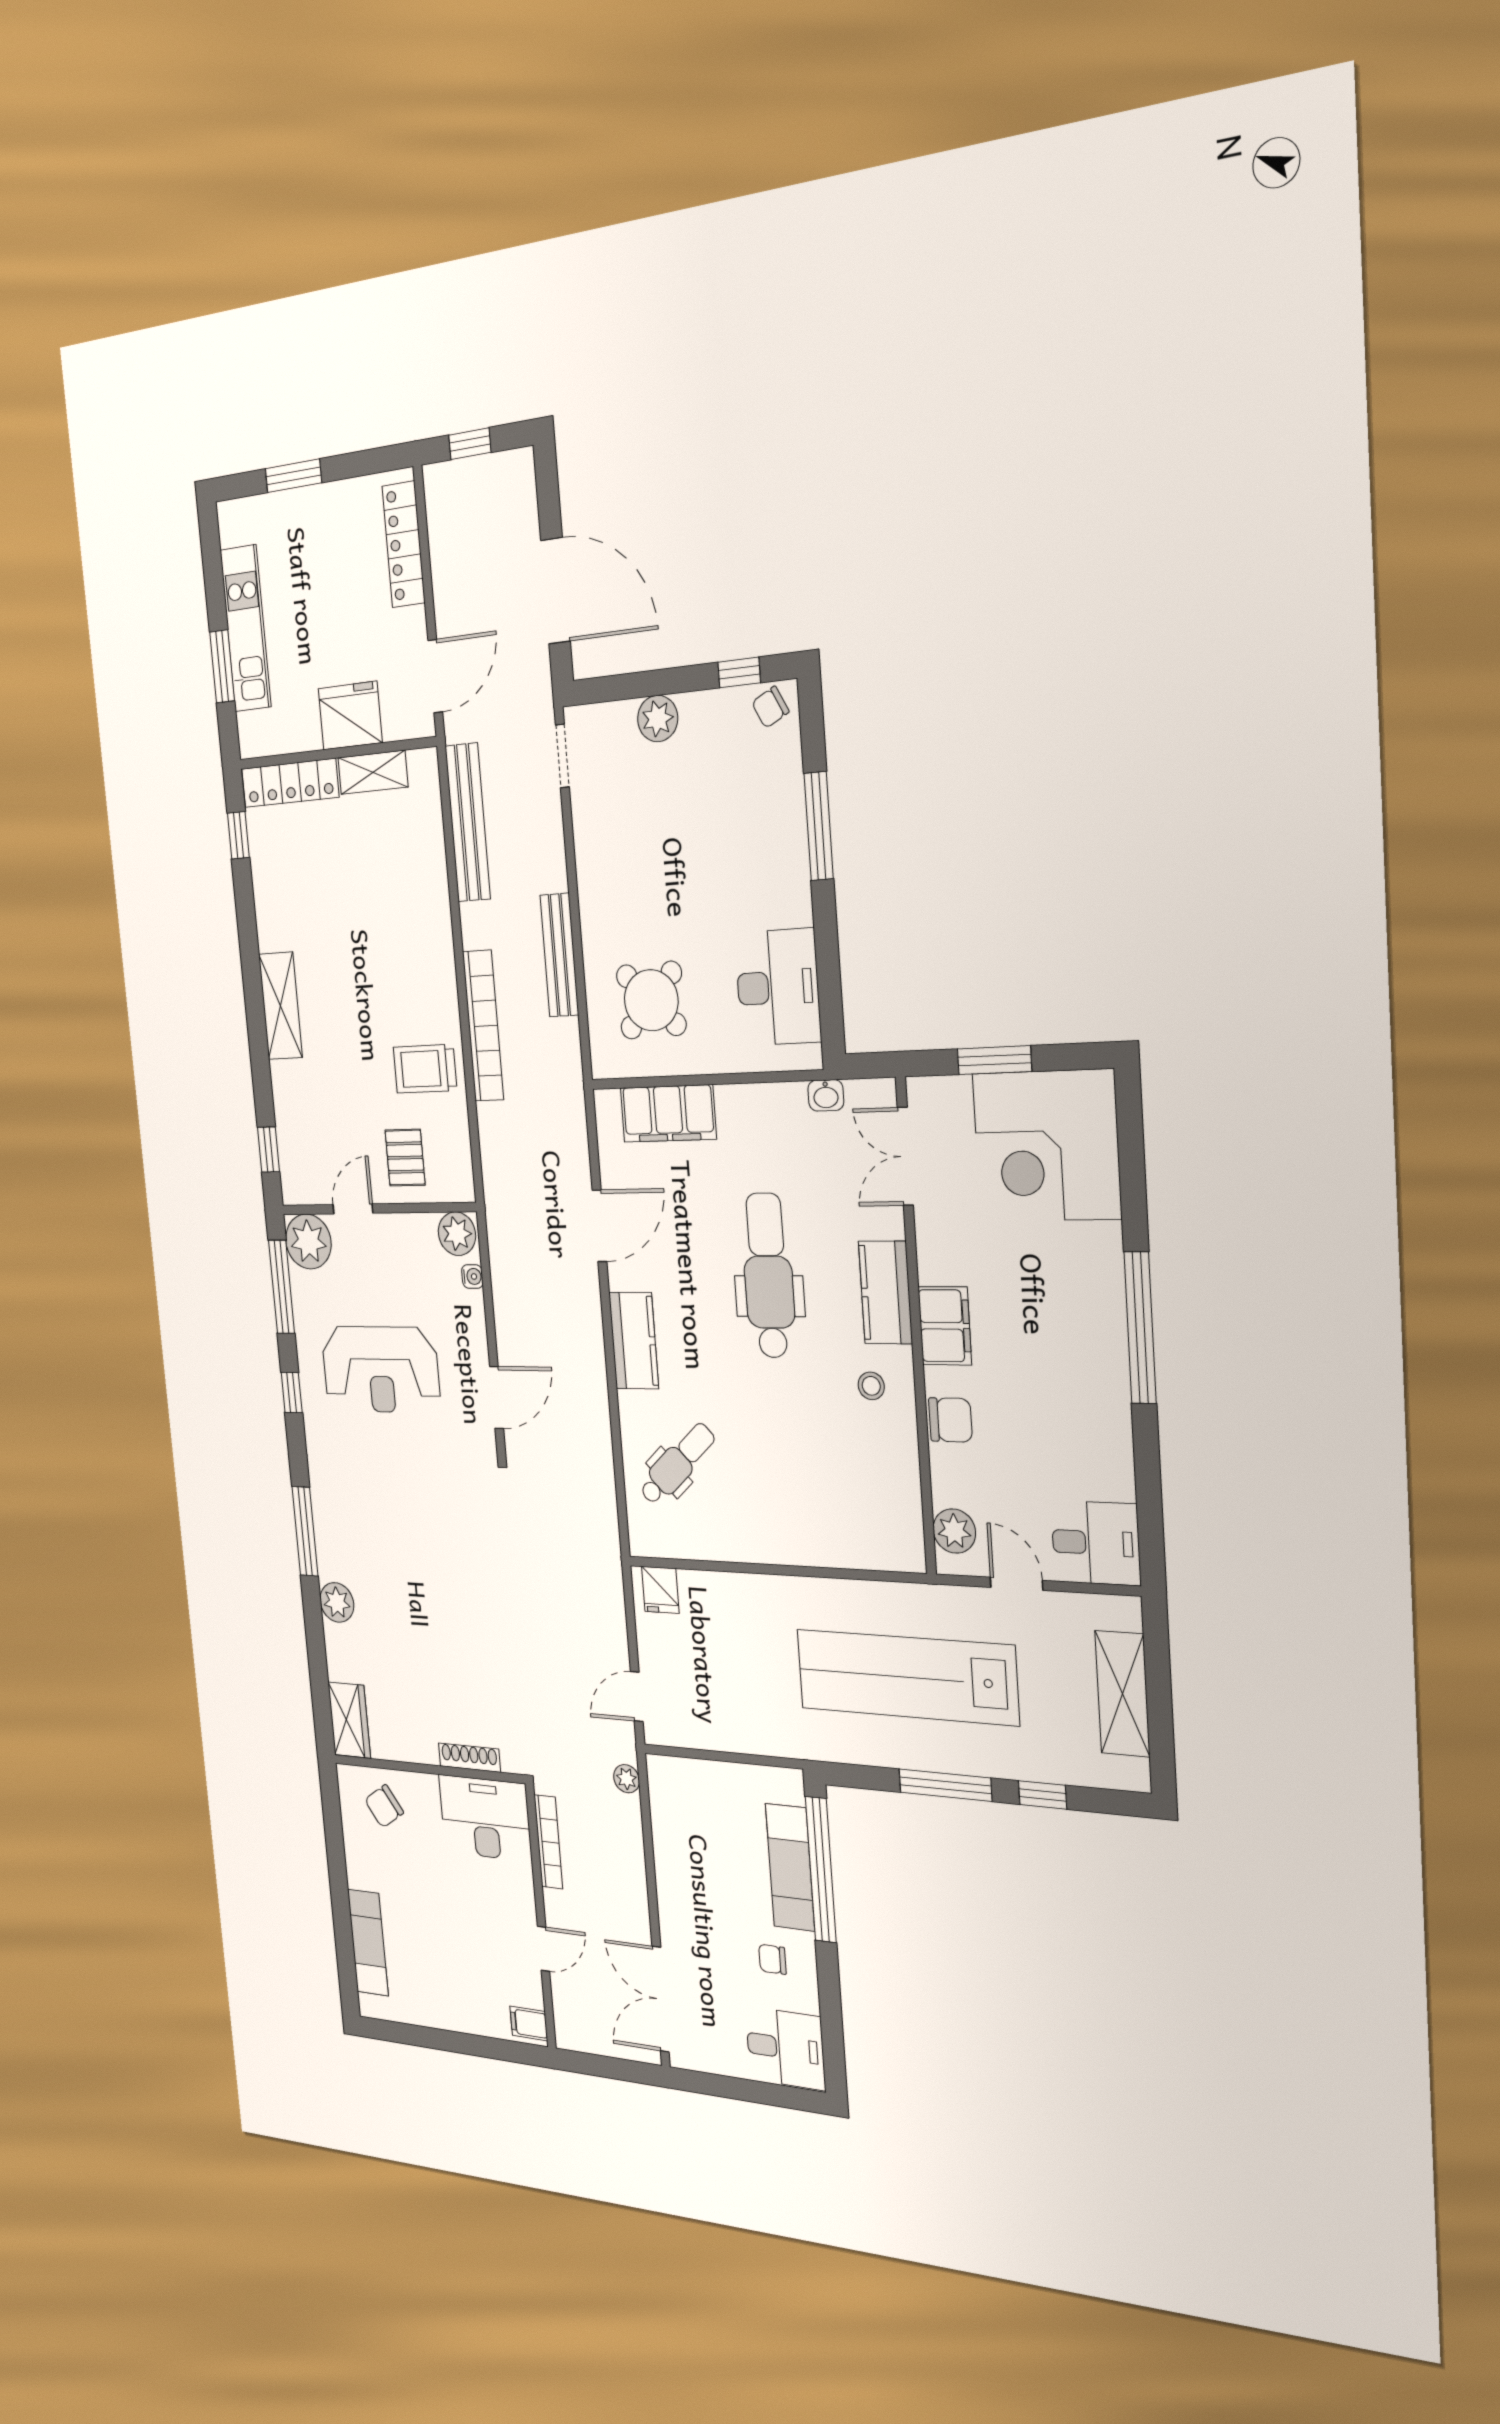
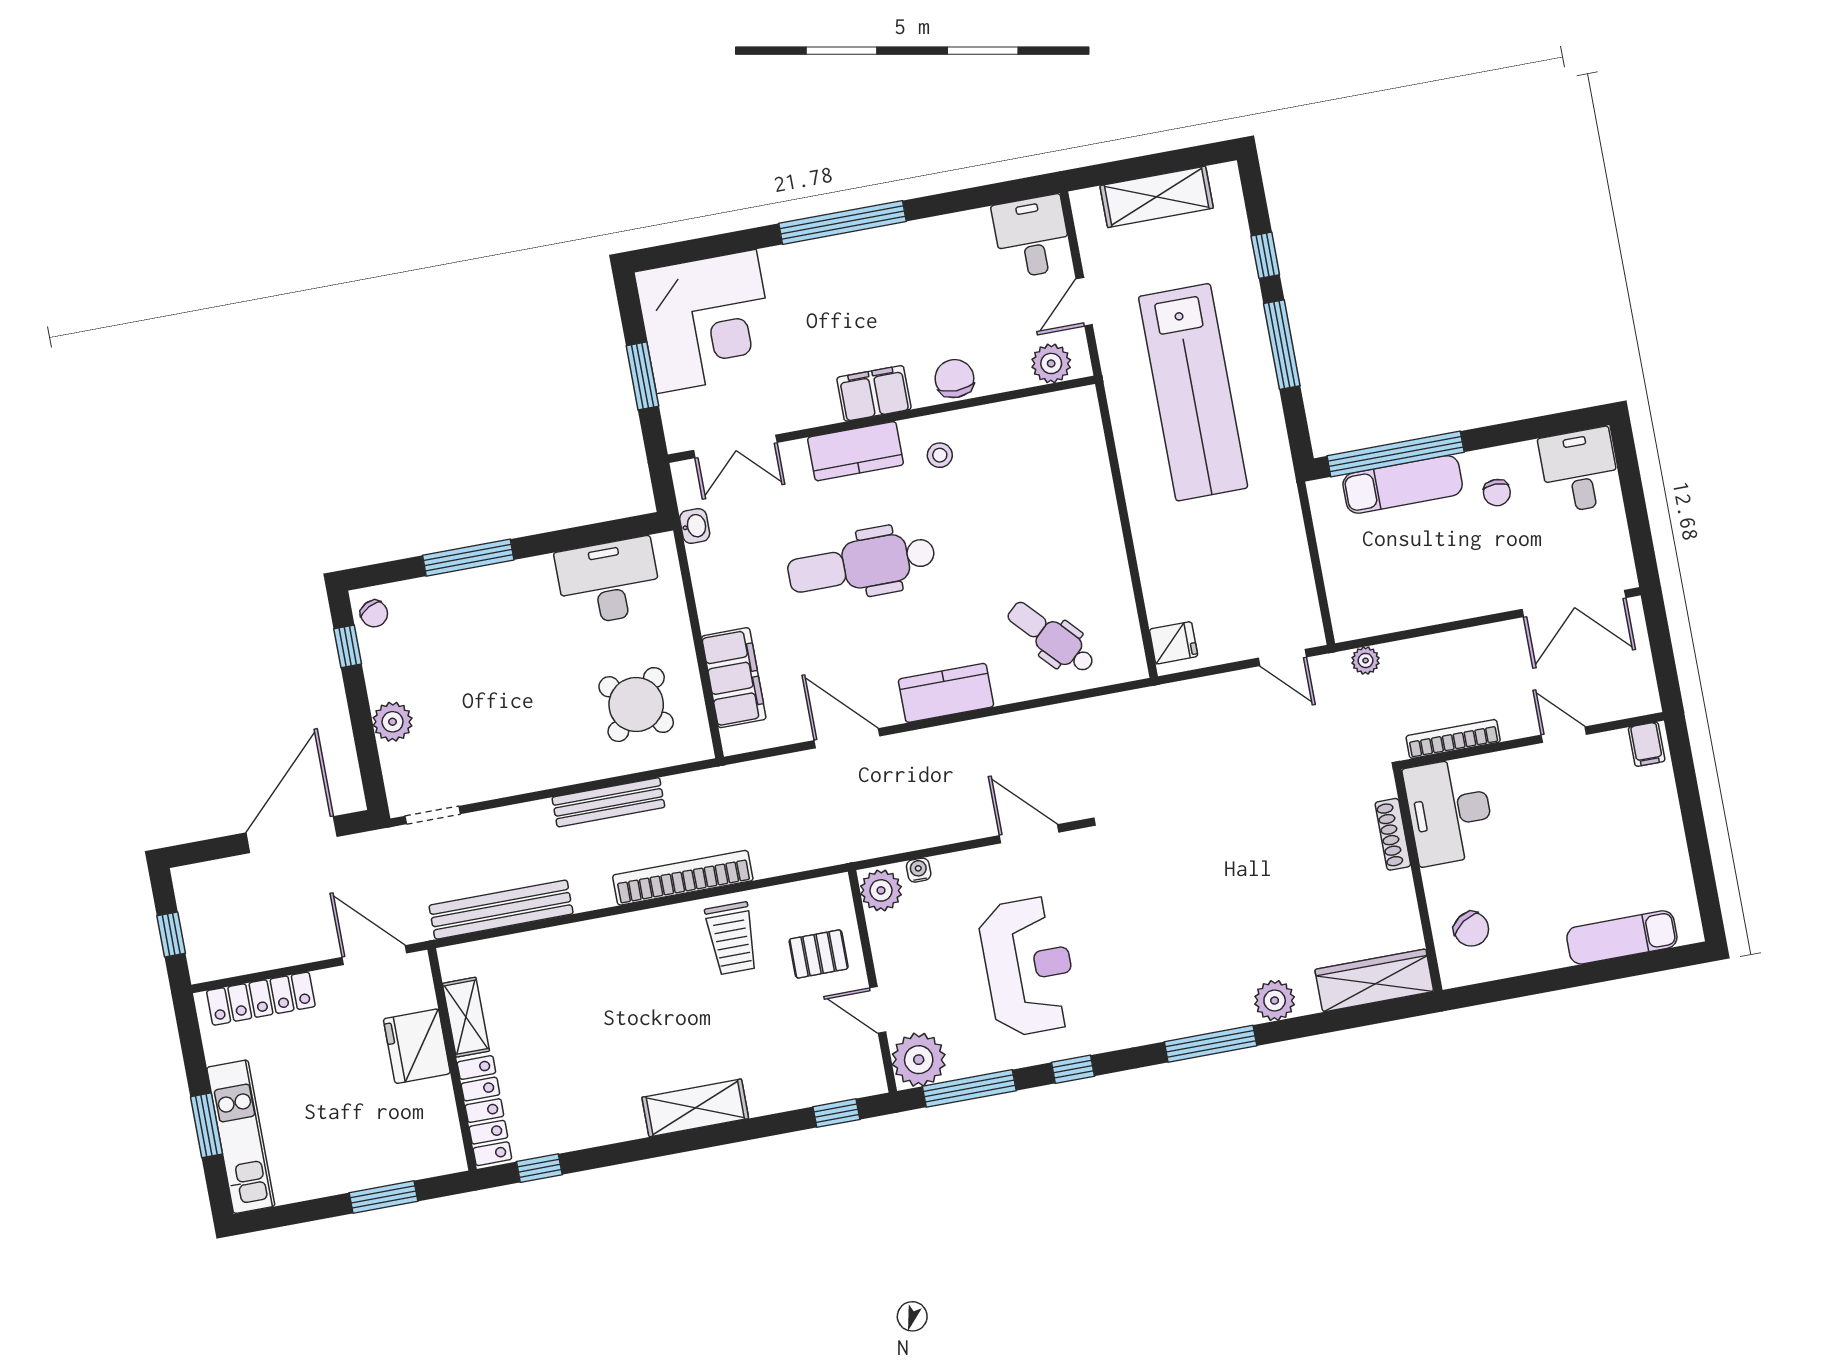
kitchen unit: (246, 628) -> (241, 1137), moved, turned 90
wardrobe: (349, 1720) -> (1374, 980), width x1.50

